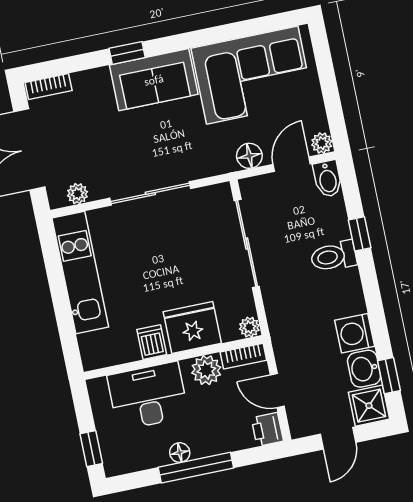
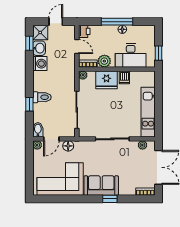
window: (91, 449) -> (159, 53), moved

